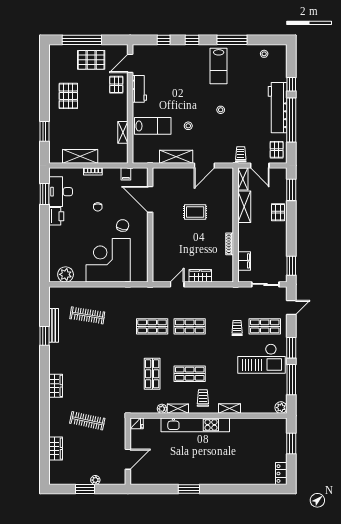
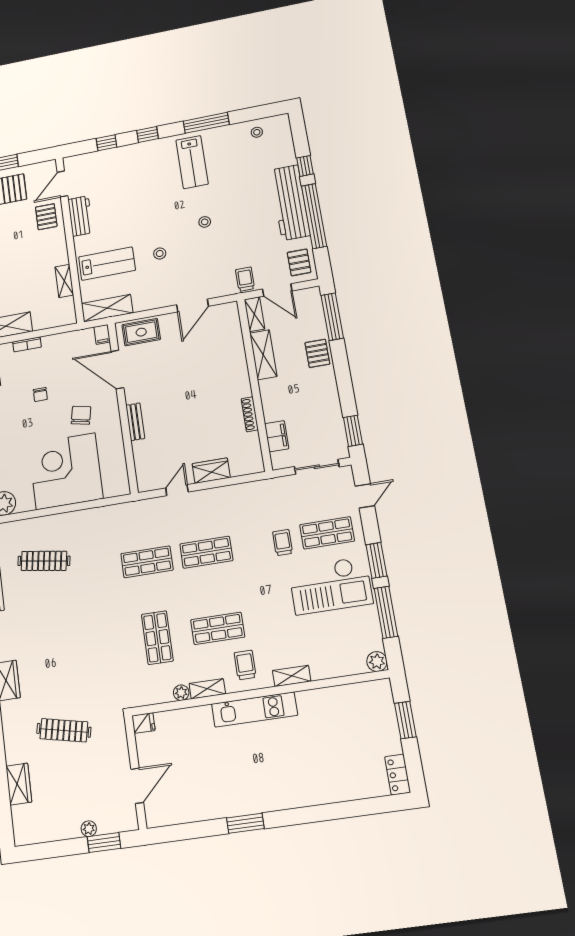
shelving: (176, 157) -> (107, 308), moved
filing cabinet: (126, 174) -> (102, 334), moved
window: (291, 190) -> (332, 317), width x1.44
rug: (195, 212) -> (141, 332), moved
bench: (157, 236) -> (135, 422), added
kitchen unit: (195, 425) -> (254, 710), width x0.73
window: (85, 489) -> (104, 842), moved

